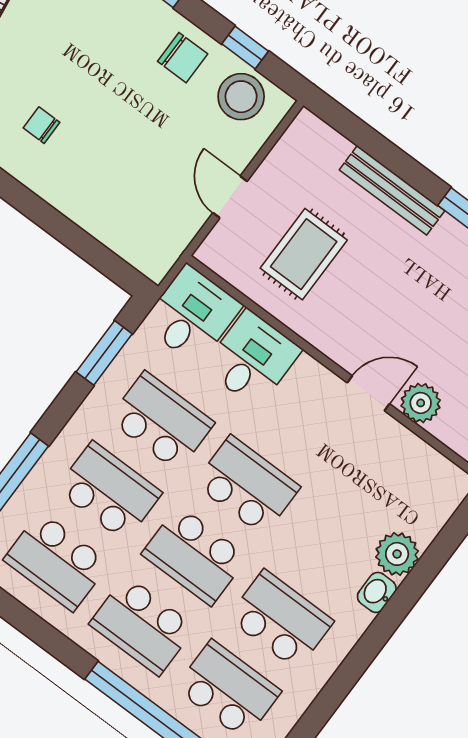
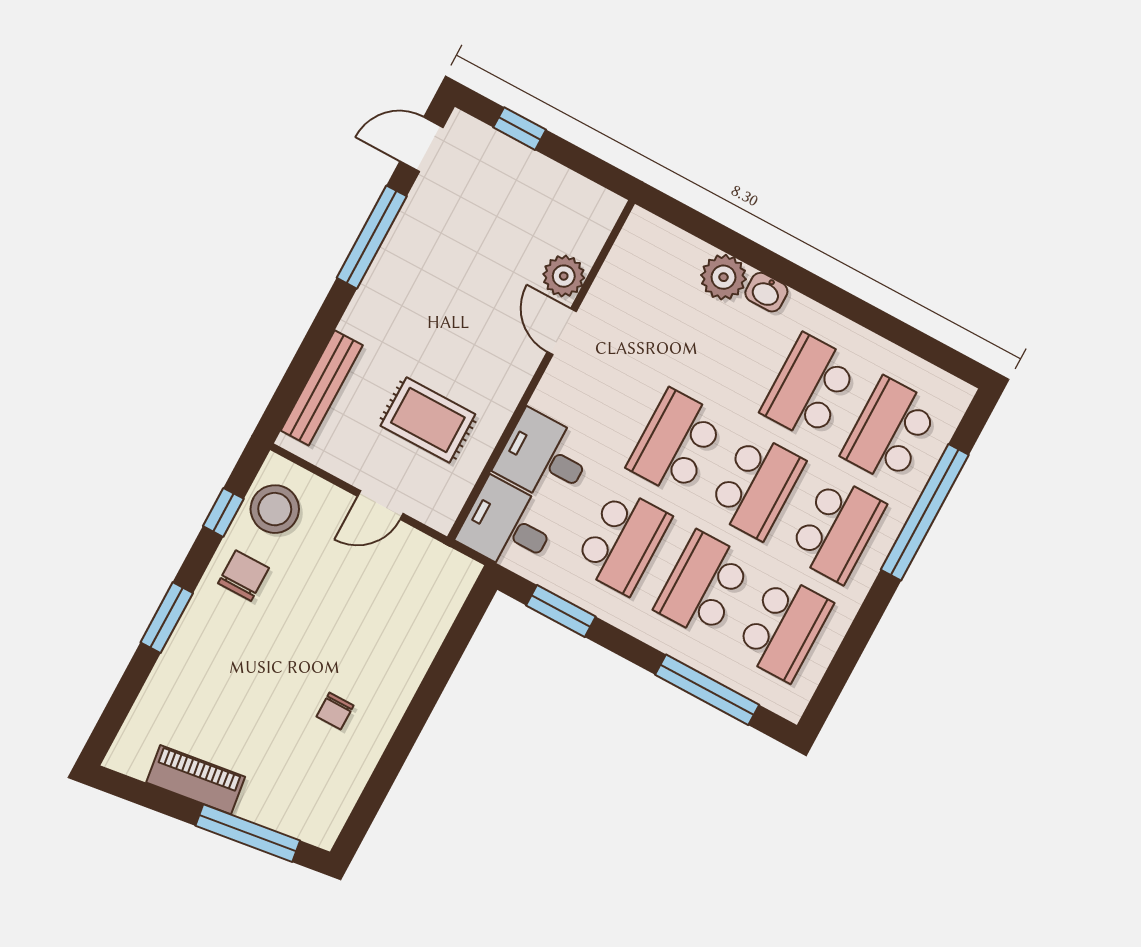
bench: (392, 190) -> (322, 388), moved
school desk: (161, 421) -> (623, 541), turned 180

